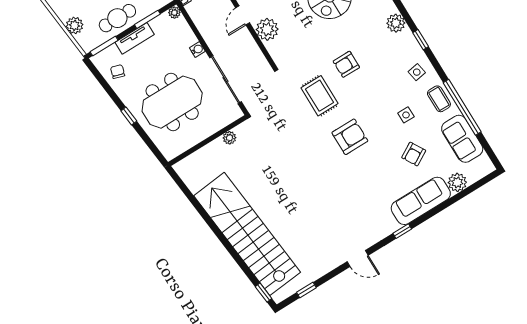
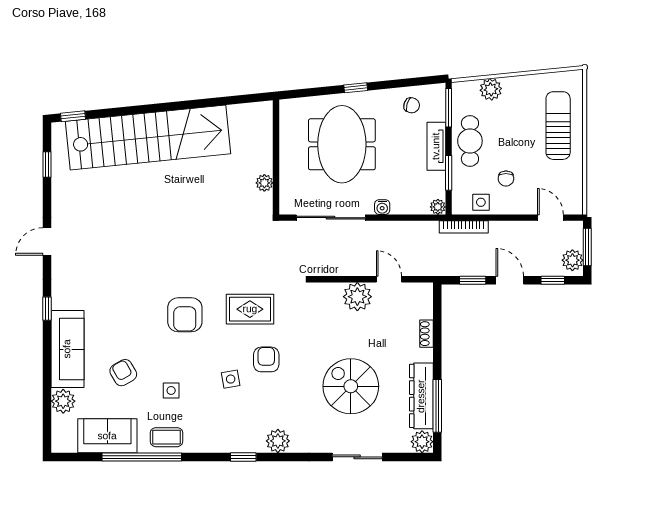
side table: (417, 72) -> (231, 379), moved

